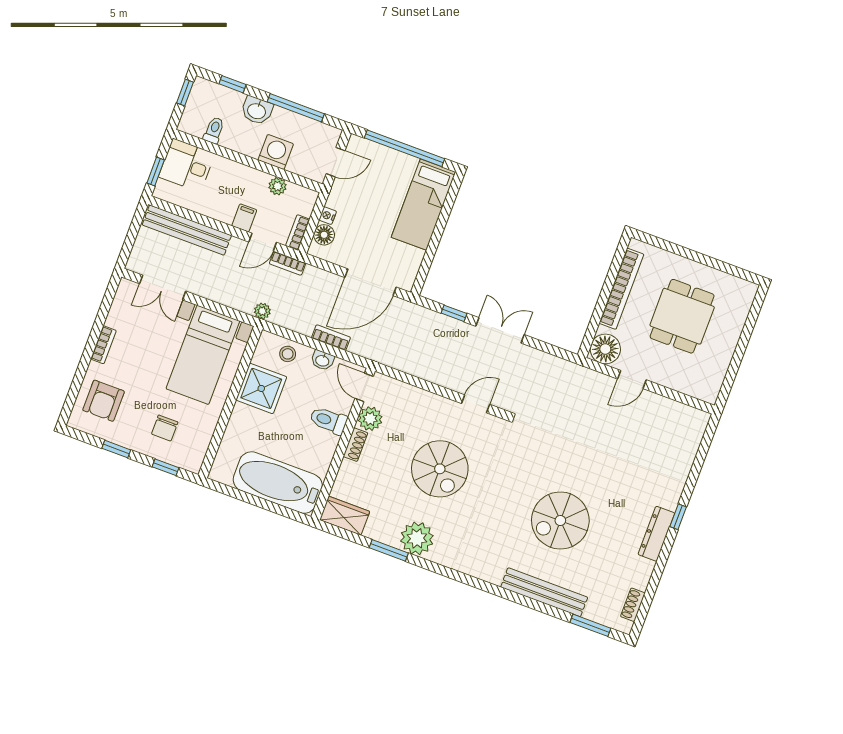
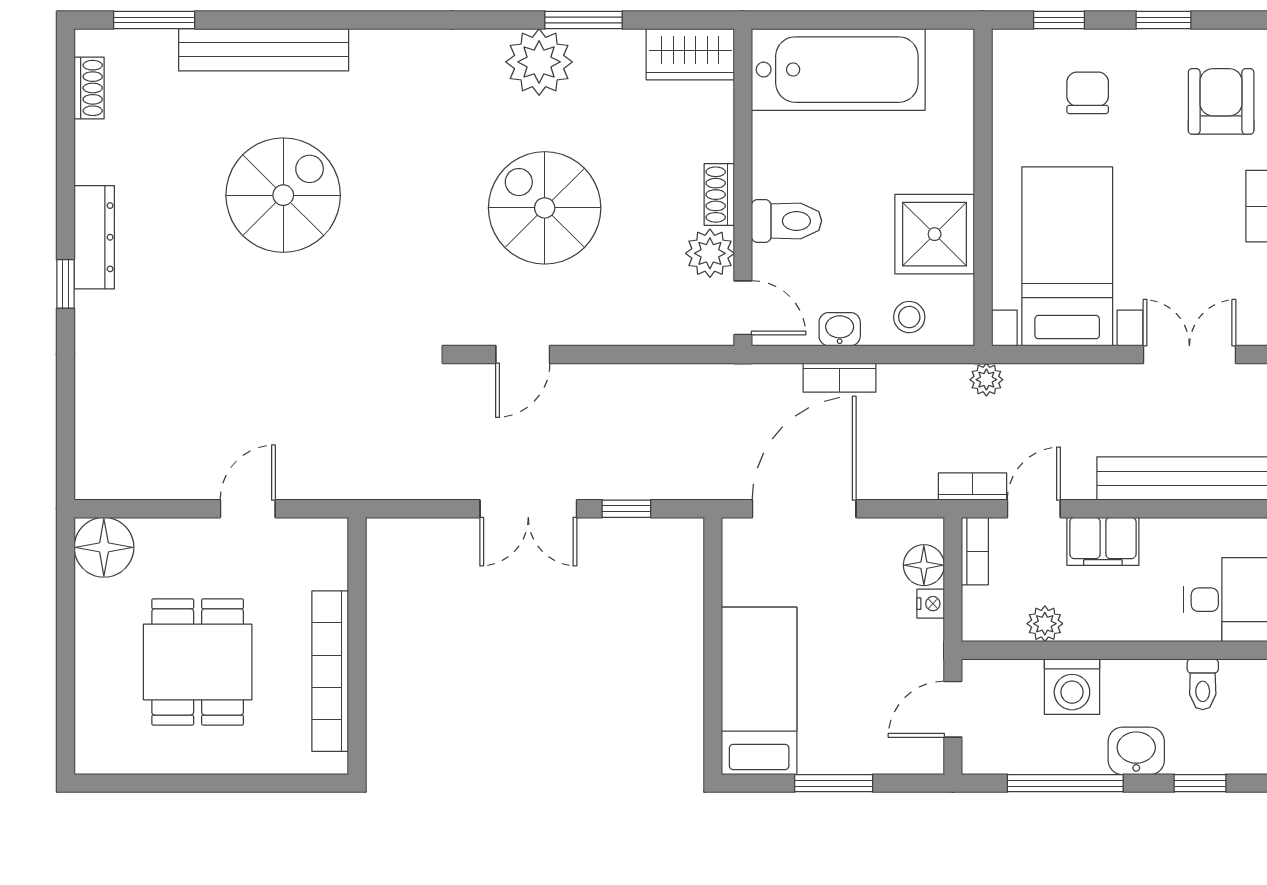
window: (405, 148) -> (834, 783), width x0.47
filing cabinet: (244, 218) -> (1103, 541), width x2.00
floor lamp: (605, 349) -> (104, 547), moved

